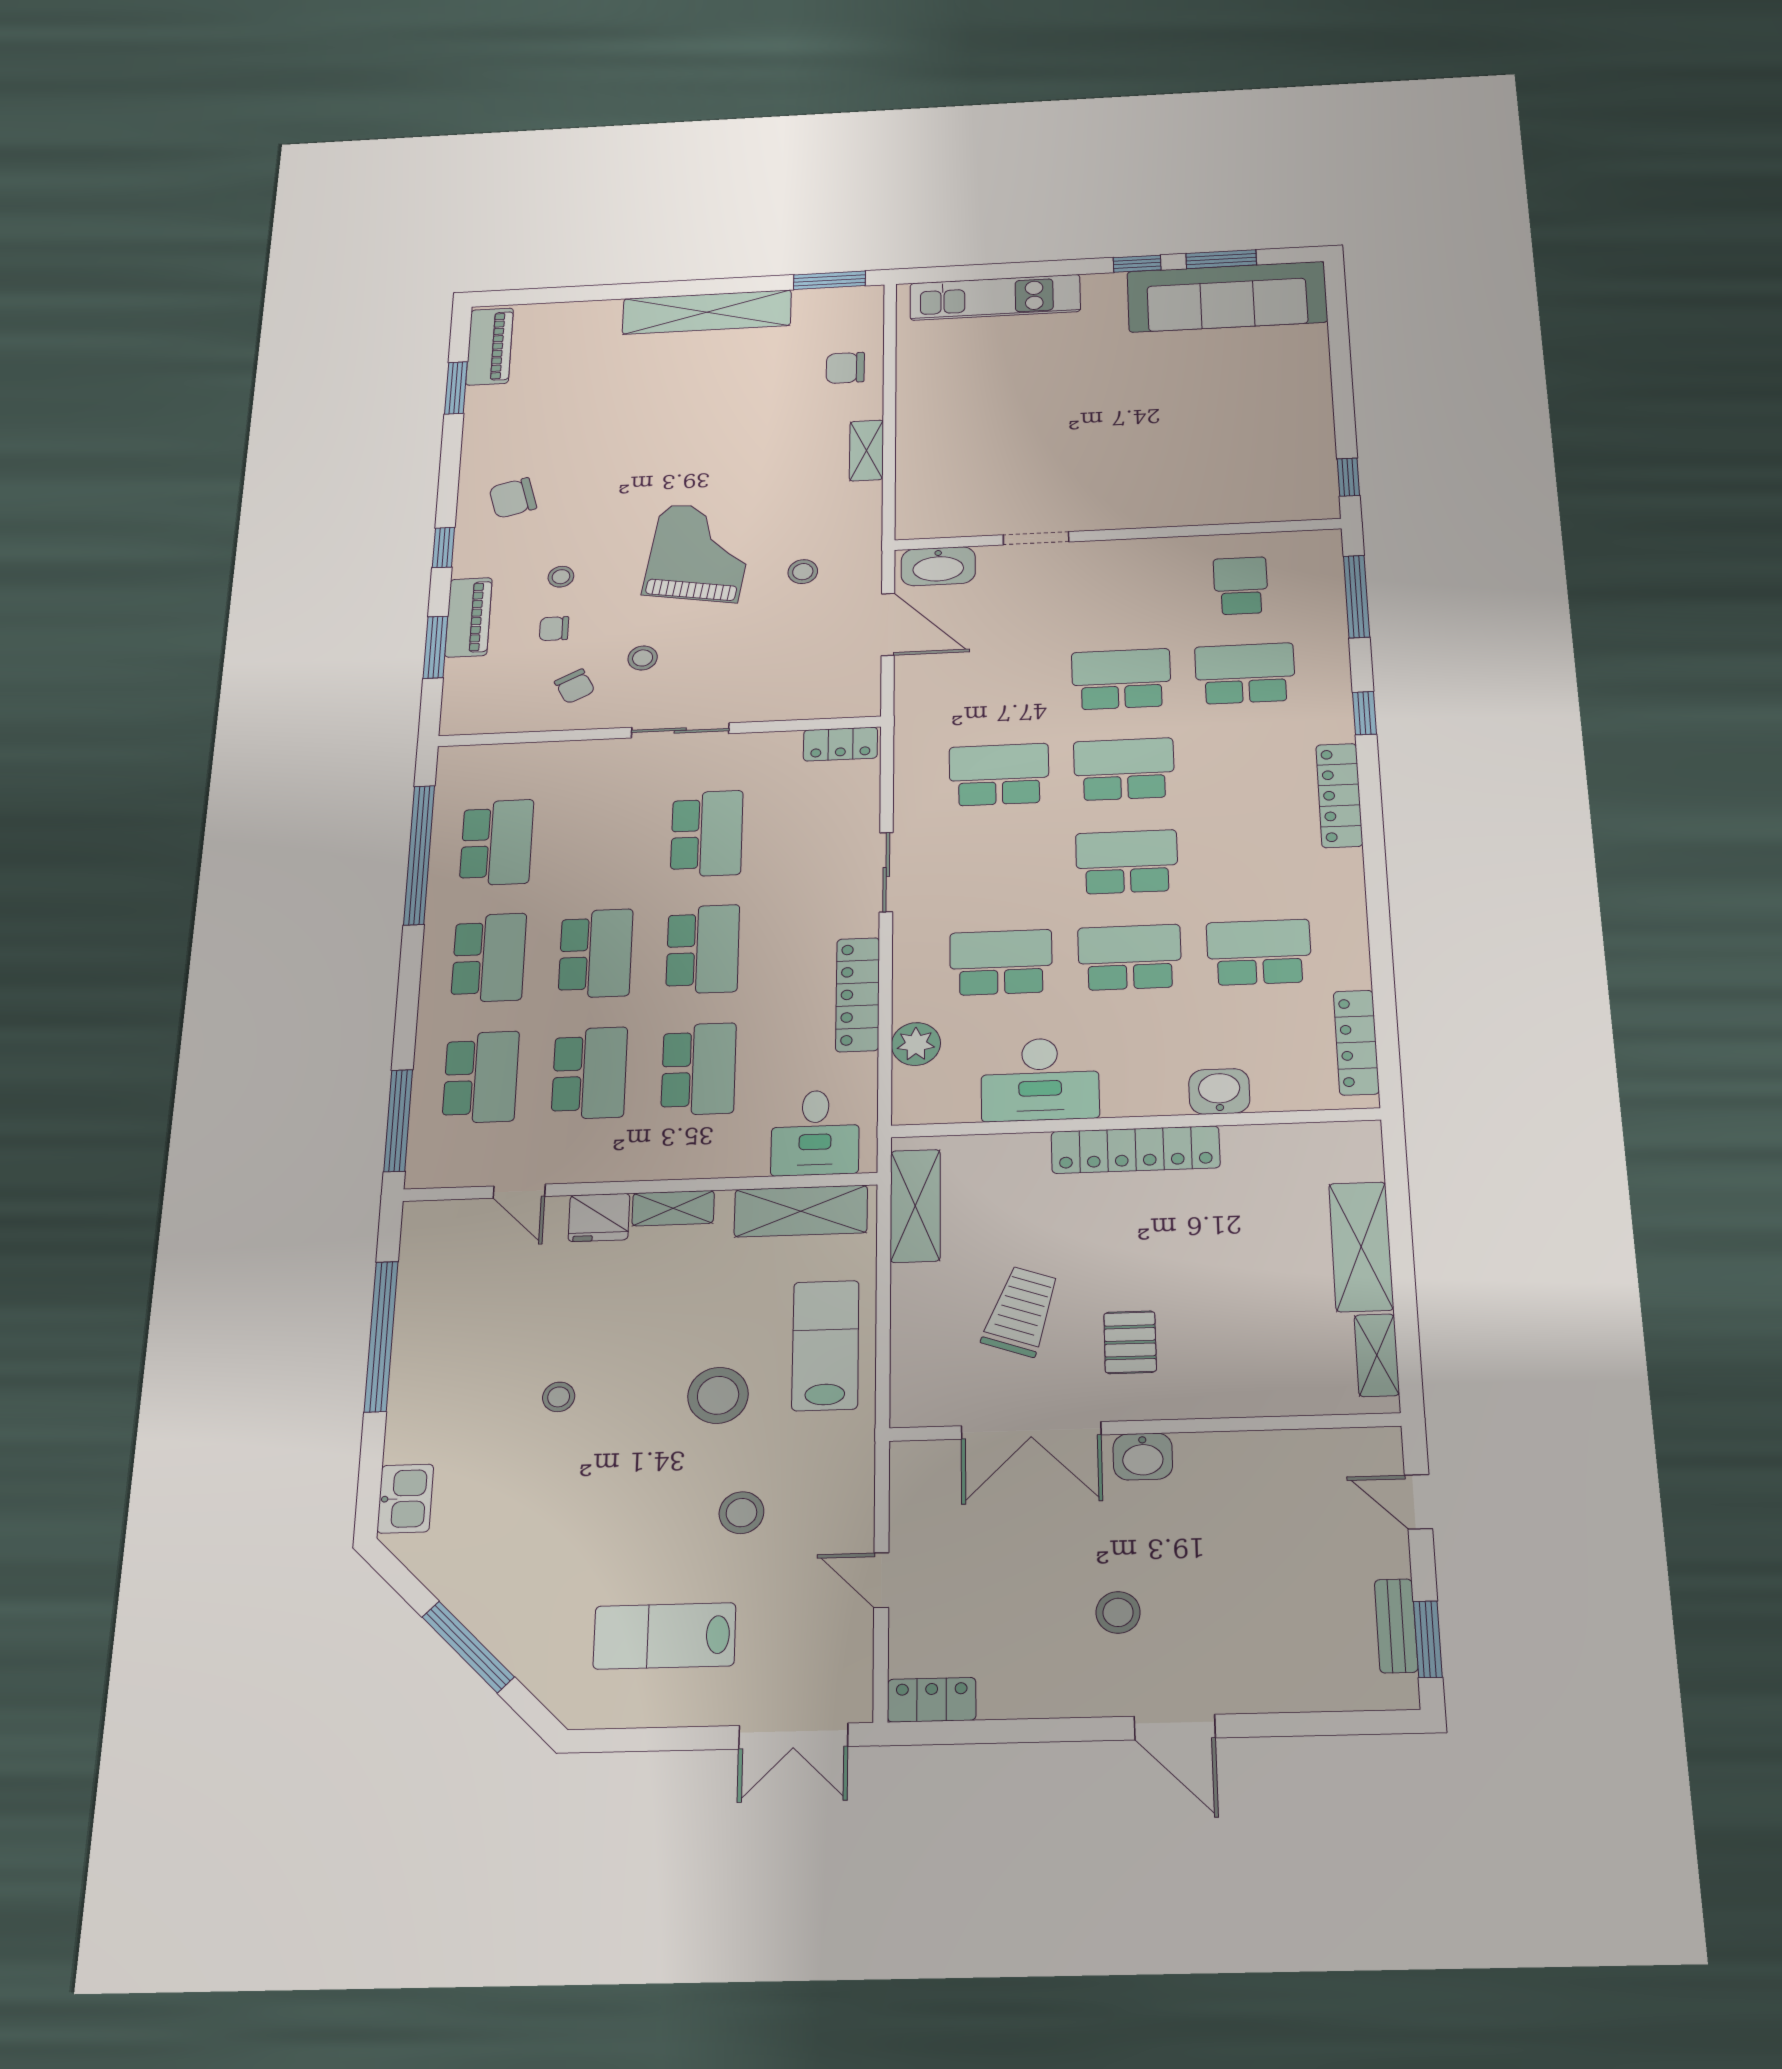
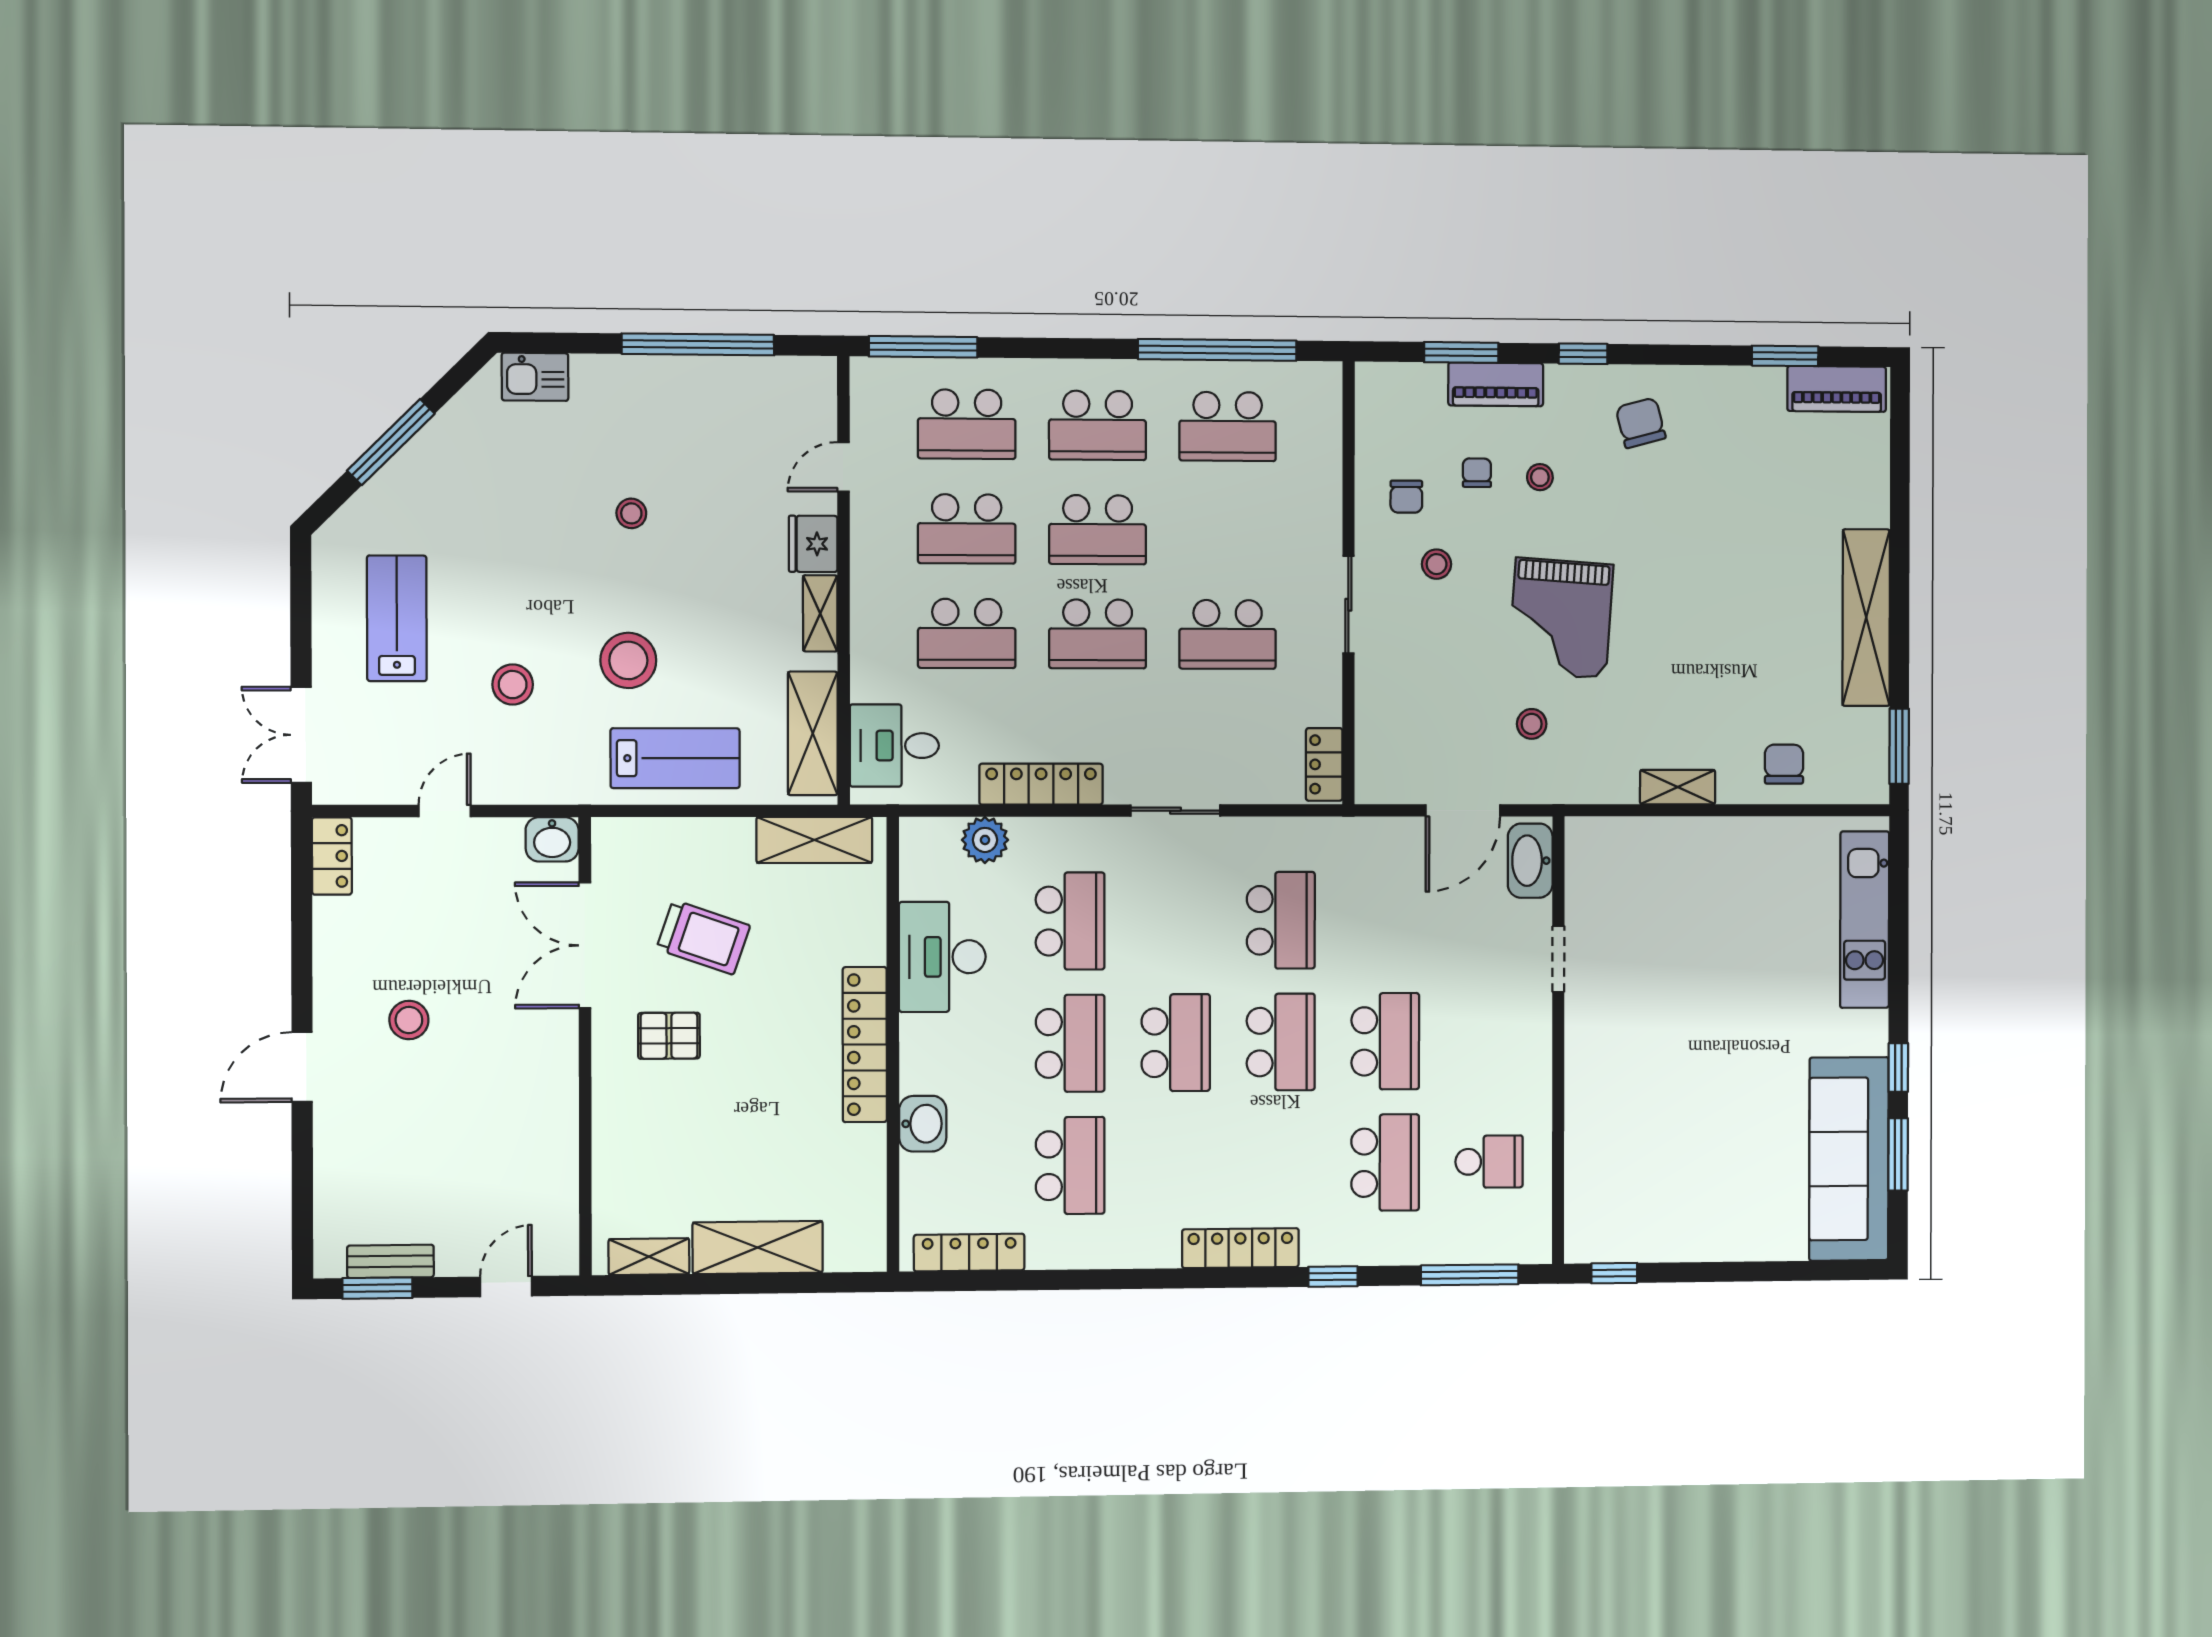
grand piano: (700, 553) -> (1561, 618), turned 85
chair: (575, 686) -> (1406, 497), turned -63
washbasin: (1143, 1457) -> (552, 839), moved, turned -90

